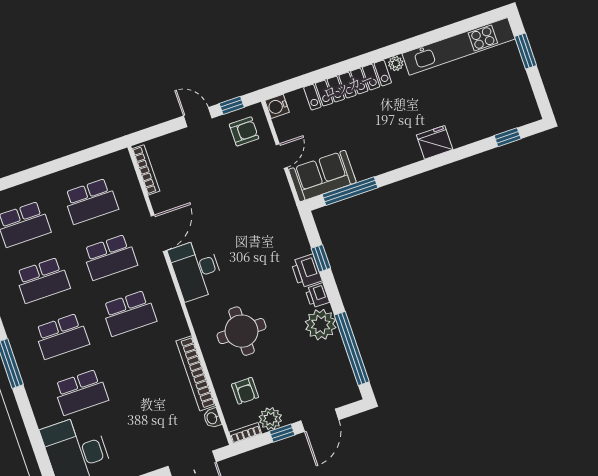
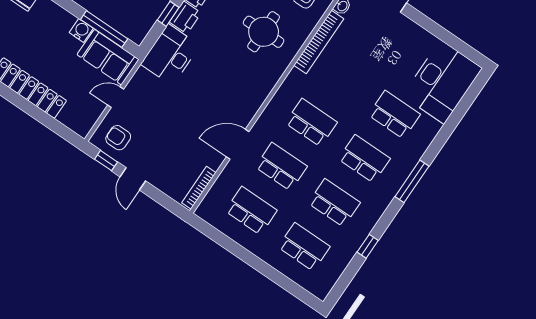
water cooler: (277, 106) -> (81, 30), moved, turned -90
desk: (196, 269) -> (170, 55), moved, turned 180

